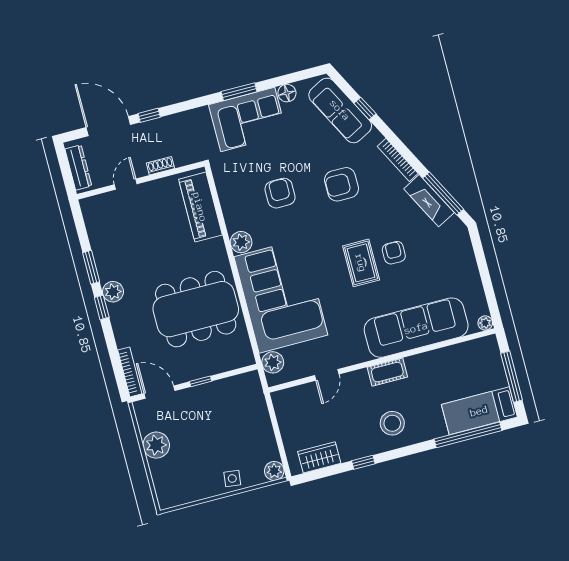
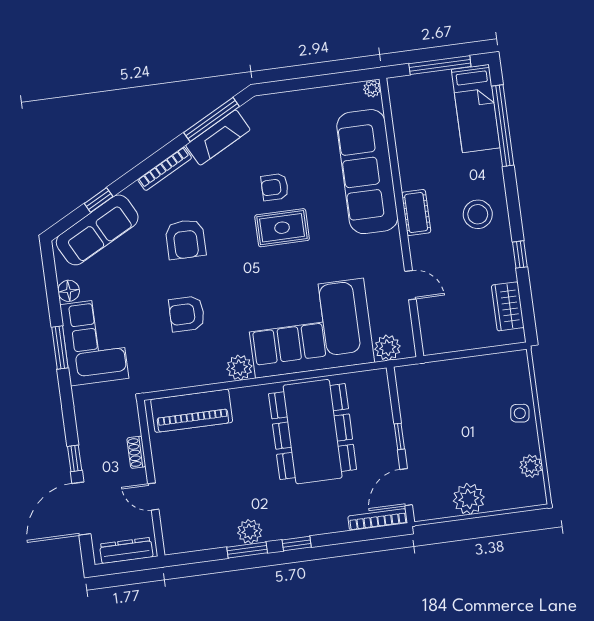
plant: (113, 292) -> (250, 532), moved
plant: (274, 471) -> (531, 466), moved

